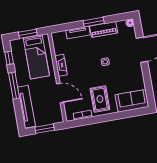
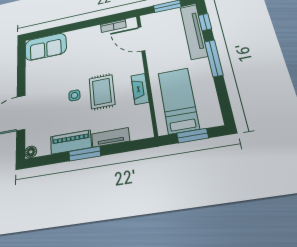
window: (9, 58) -> (205, 22), moved
door: (60, 93) -> (141, 39), moved
rug: (100, 99) -> (102, 92), moved

